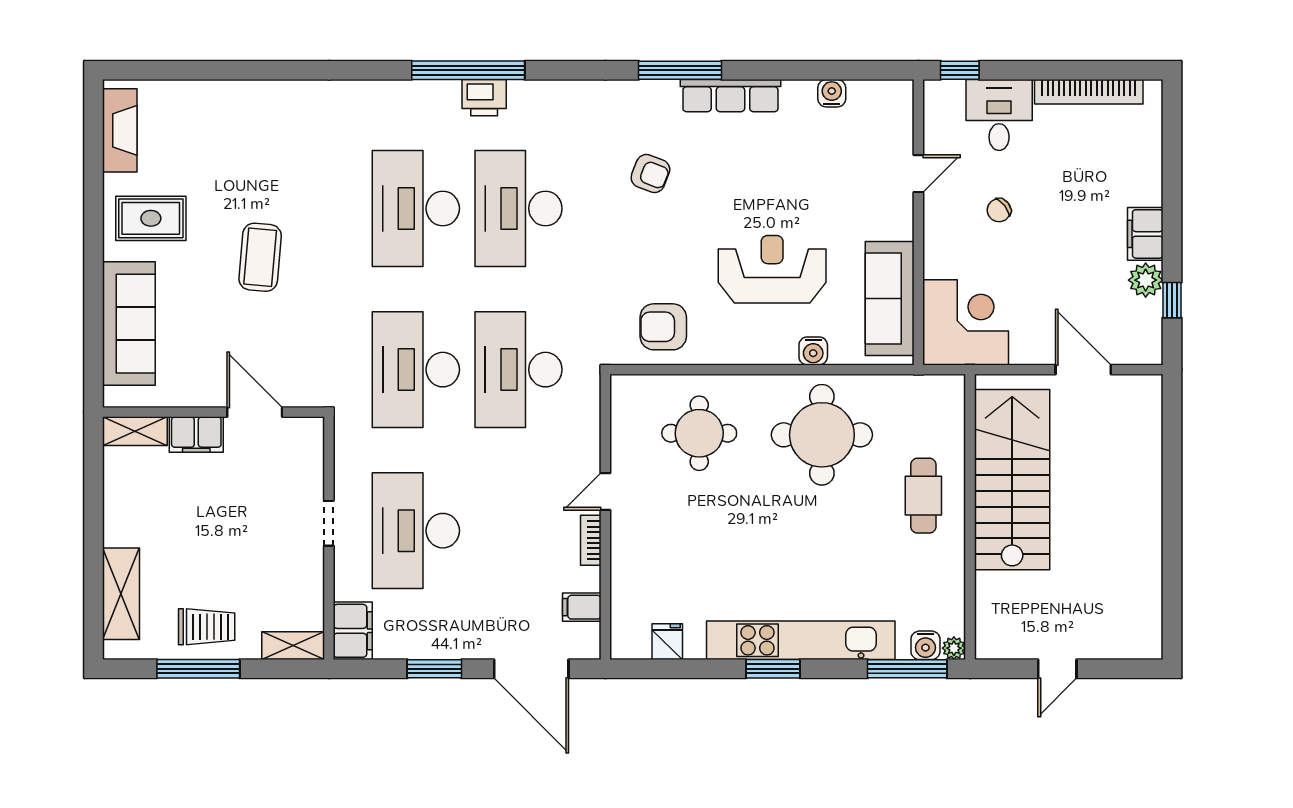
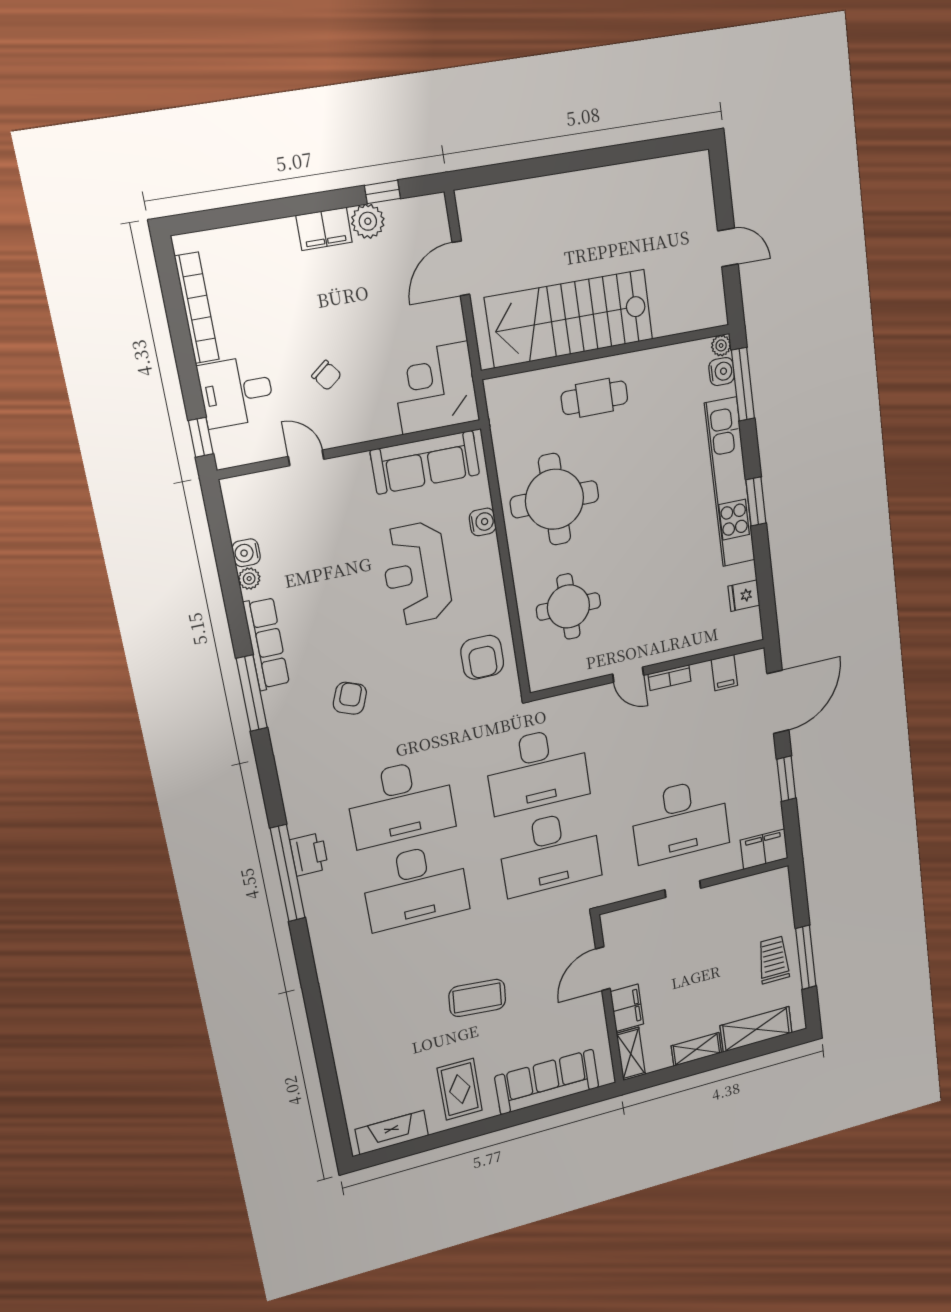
plant: (804, 91) -> (249, 579), added
shelving: (293, 646) -> (696, 1049), moved, turned 90

